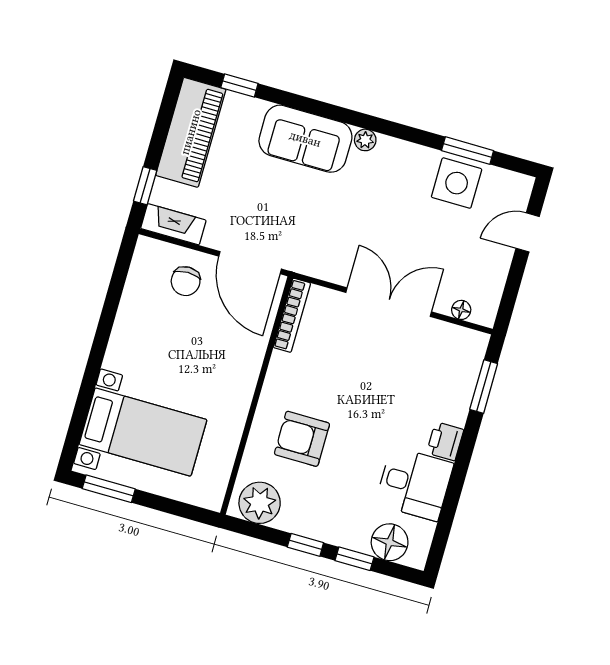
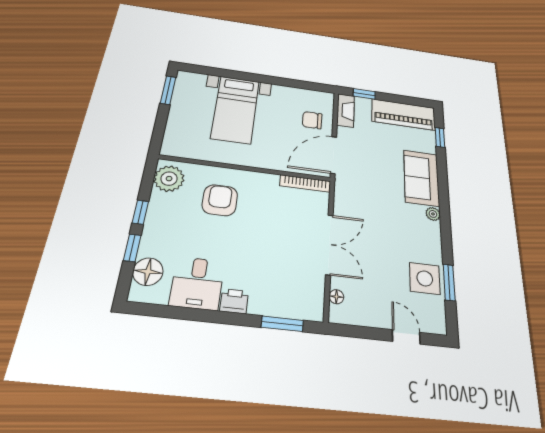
bed with nightstands: (143, 432) -> (235, 109), moved

